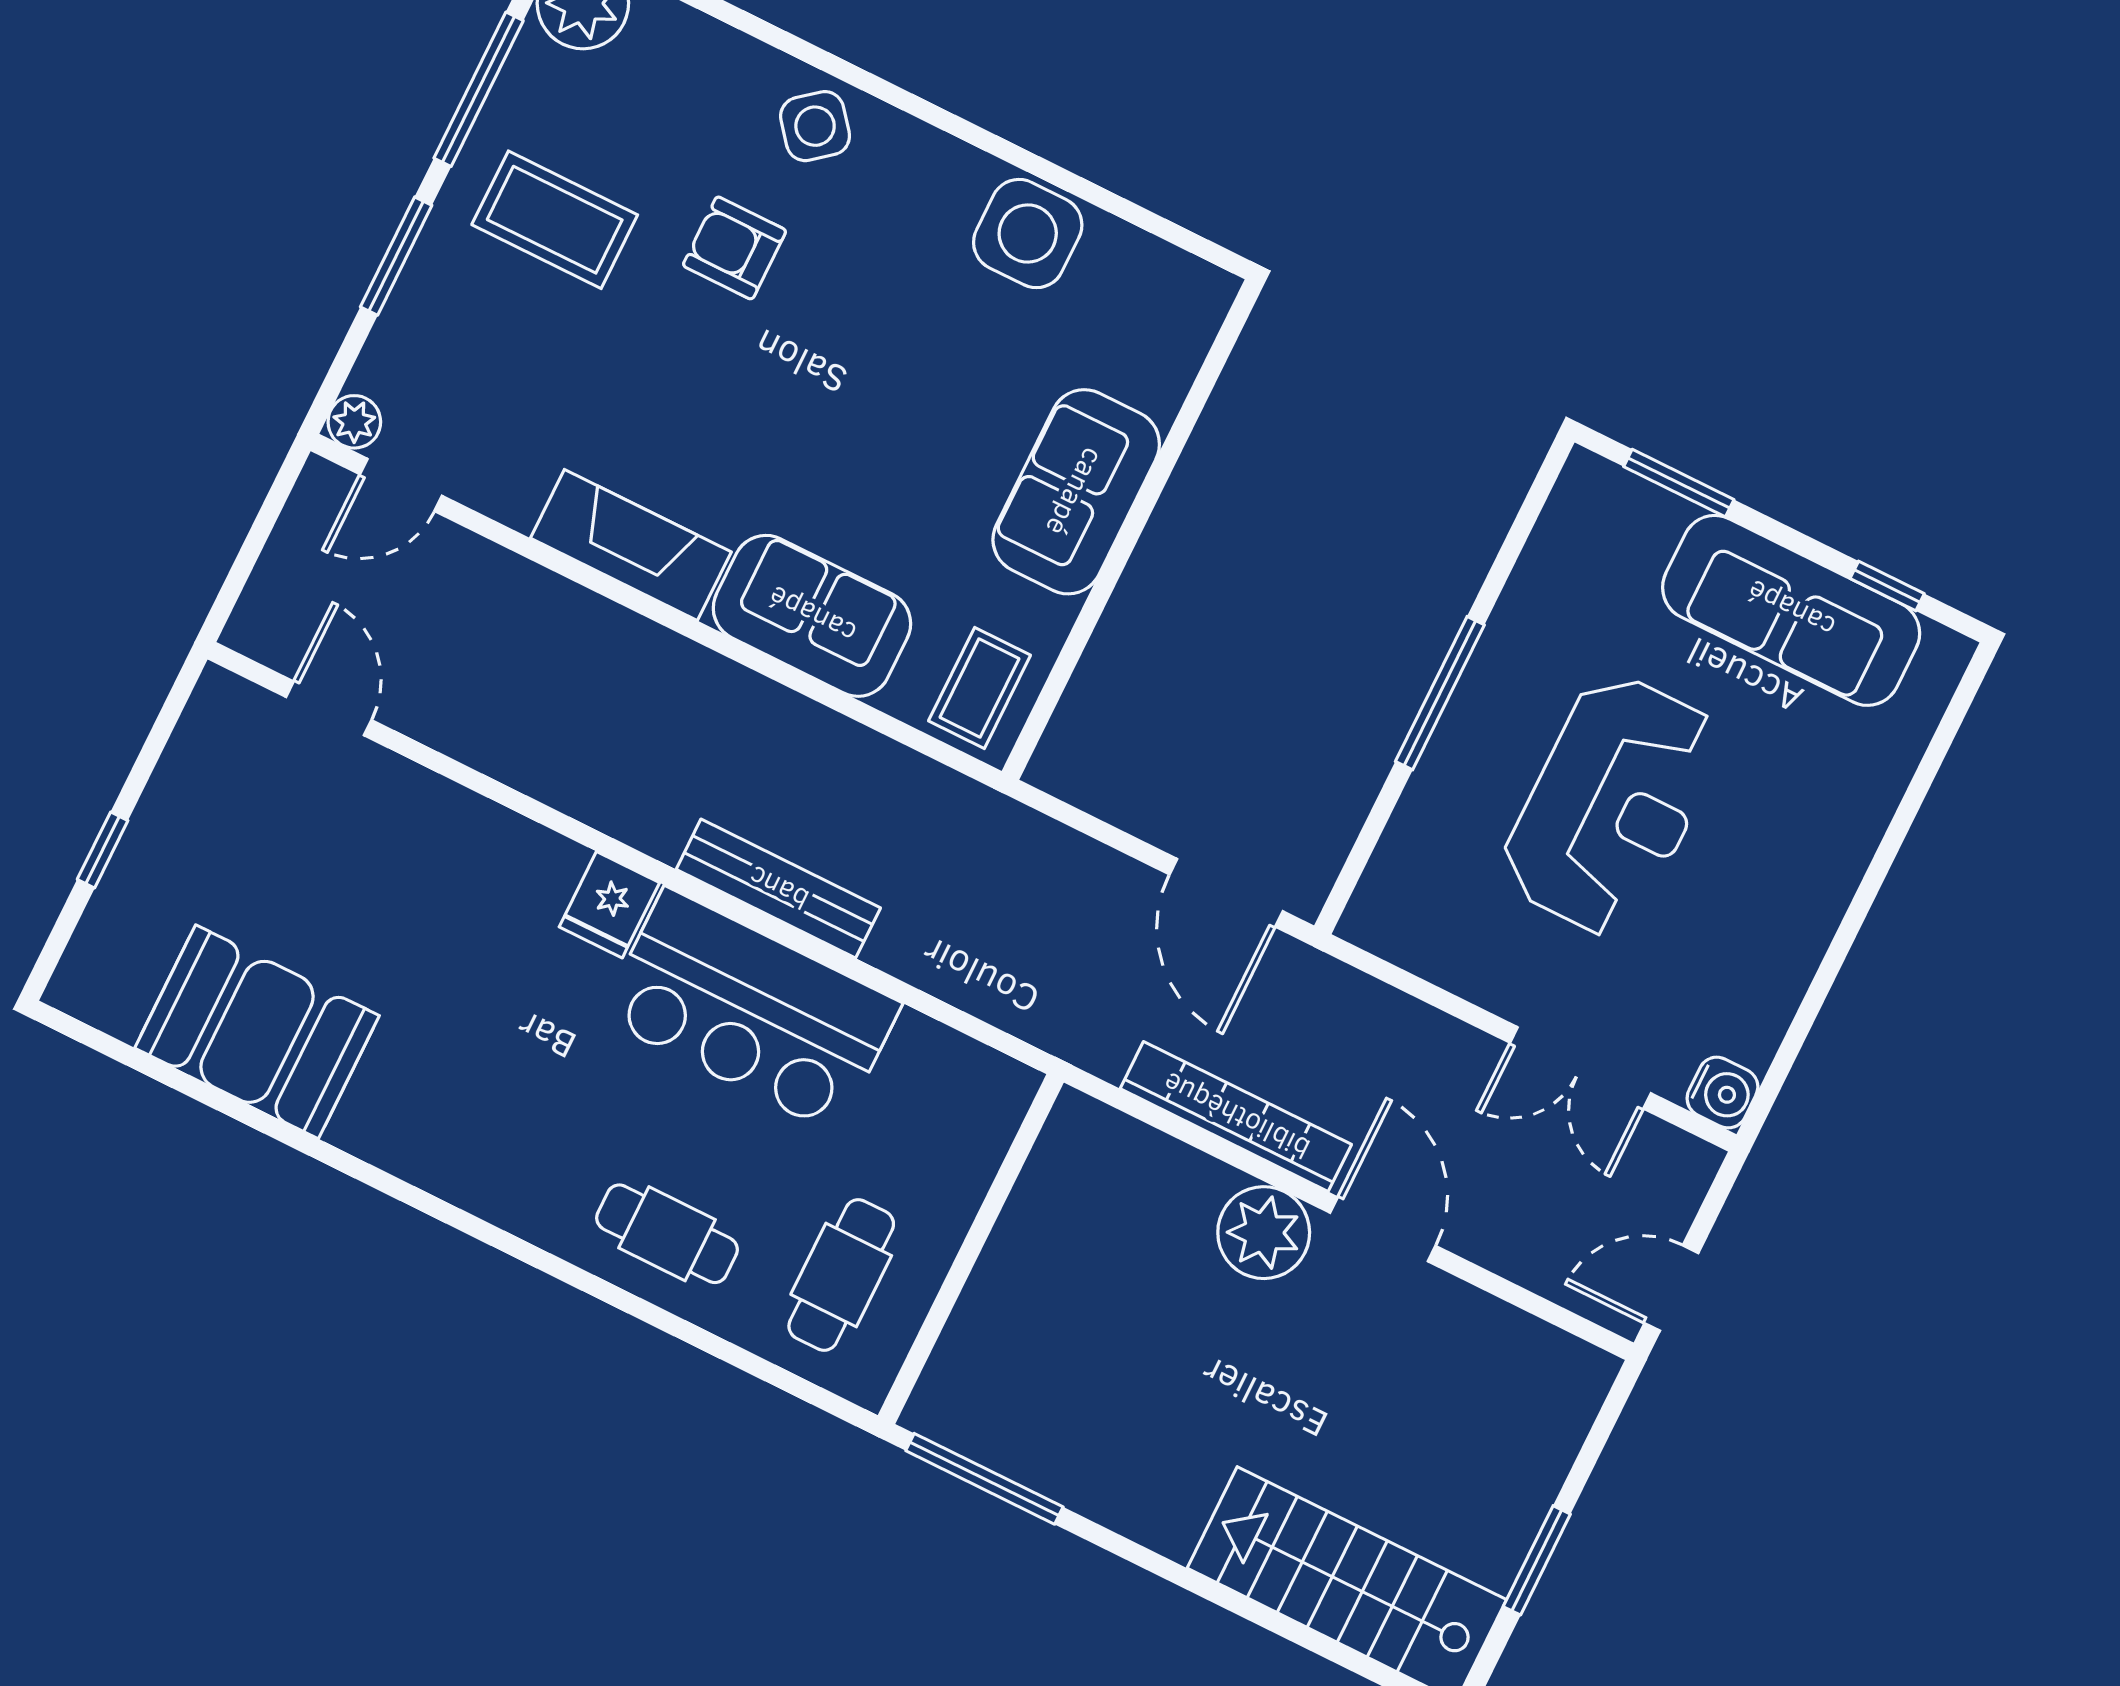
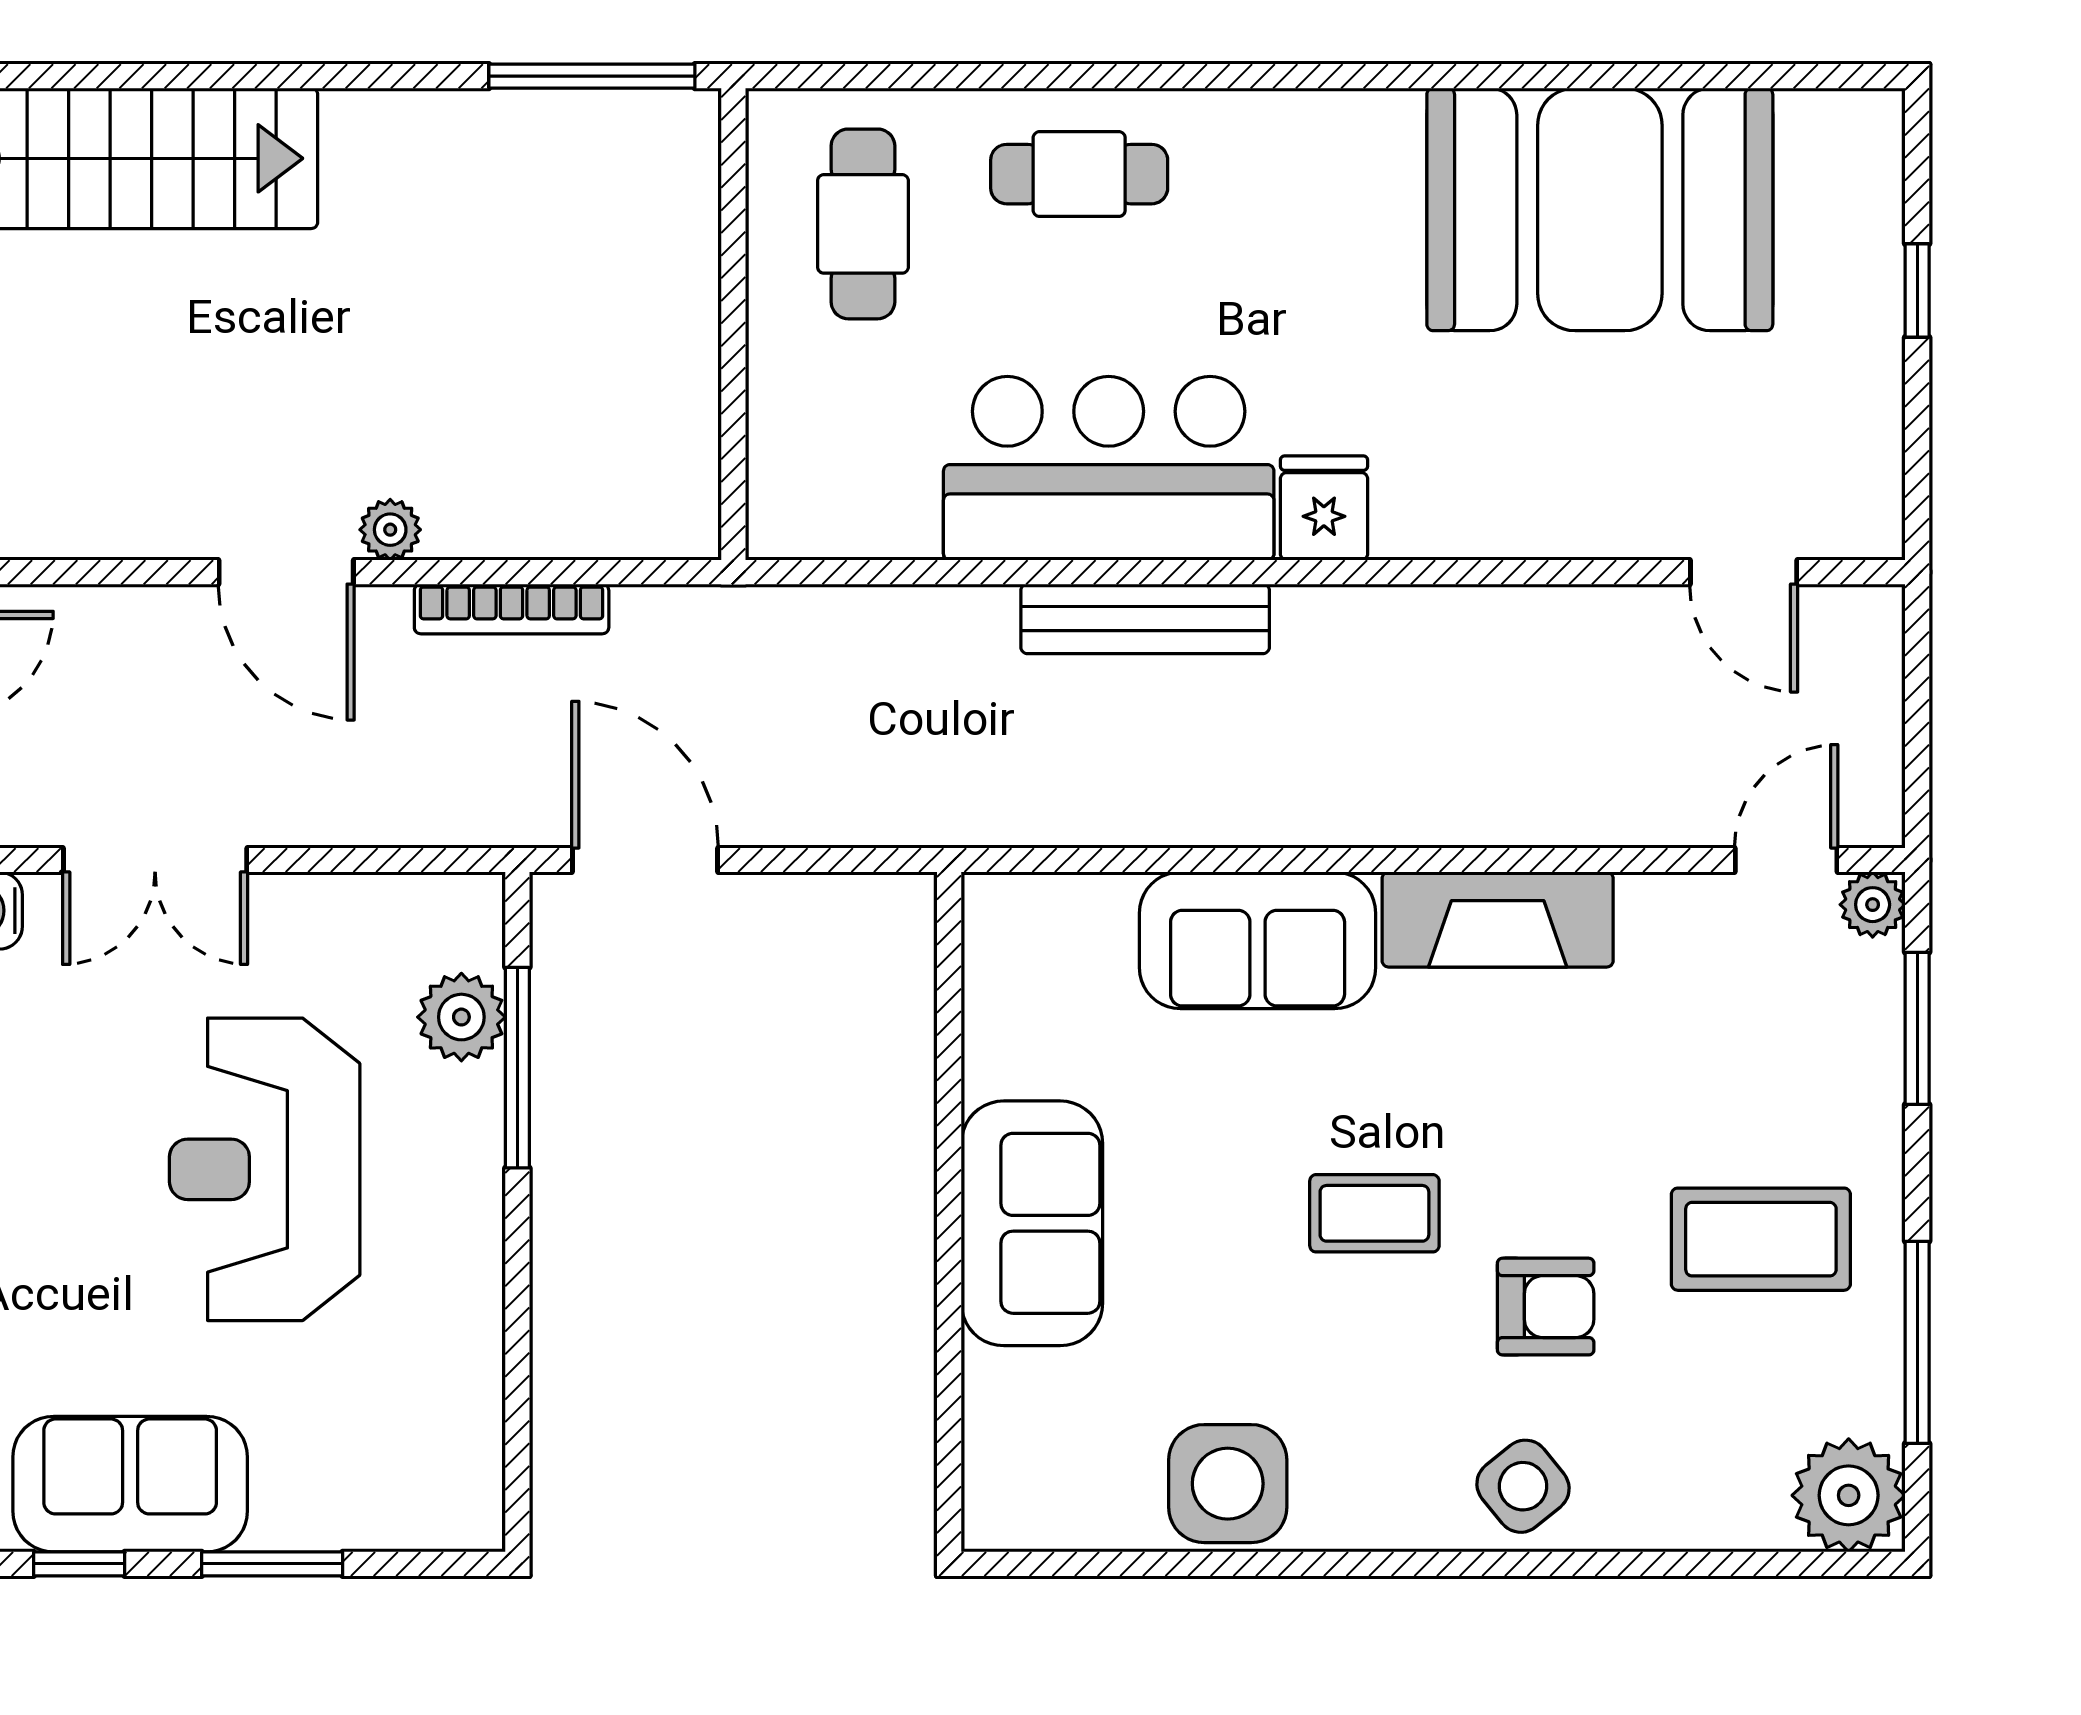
window: (396, 256) -> (1917, 1028), moved
window: (1679, 483) -> (272, 1564), moved
sofa: (1791, 610) -> (130, 1484), width x0.73
coffee table: (980, 688) -> (1374, 1213), moved, turned 90
window: (1440, 693) -> (517, 1068), moved
plant: (1415, 845) -> (461, 1017), added
booth: (257, 1032) -> (1600, 209), width x1.36, depth x1.42
double door: (1581, 1068) -> (155, 860), swing flipped
bookcase: (1236, 1117) -> (512, 609), width x0.68, depth x0.76
plant: (1264, 1233) -> (390, 530), width x0.53, depth x0.53

